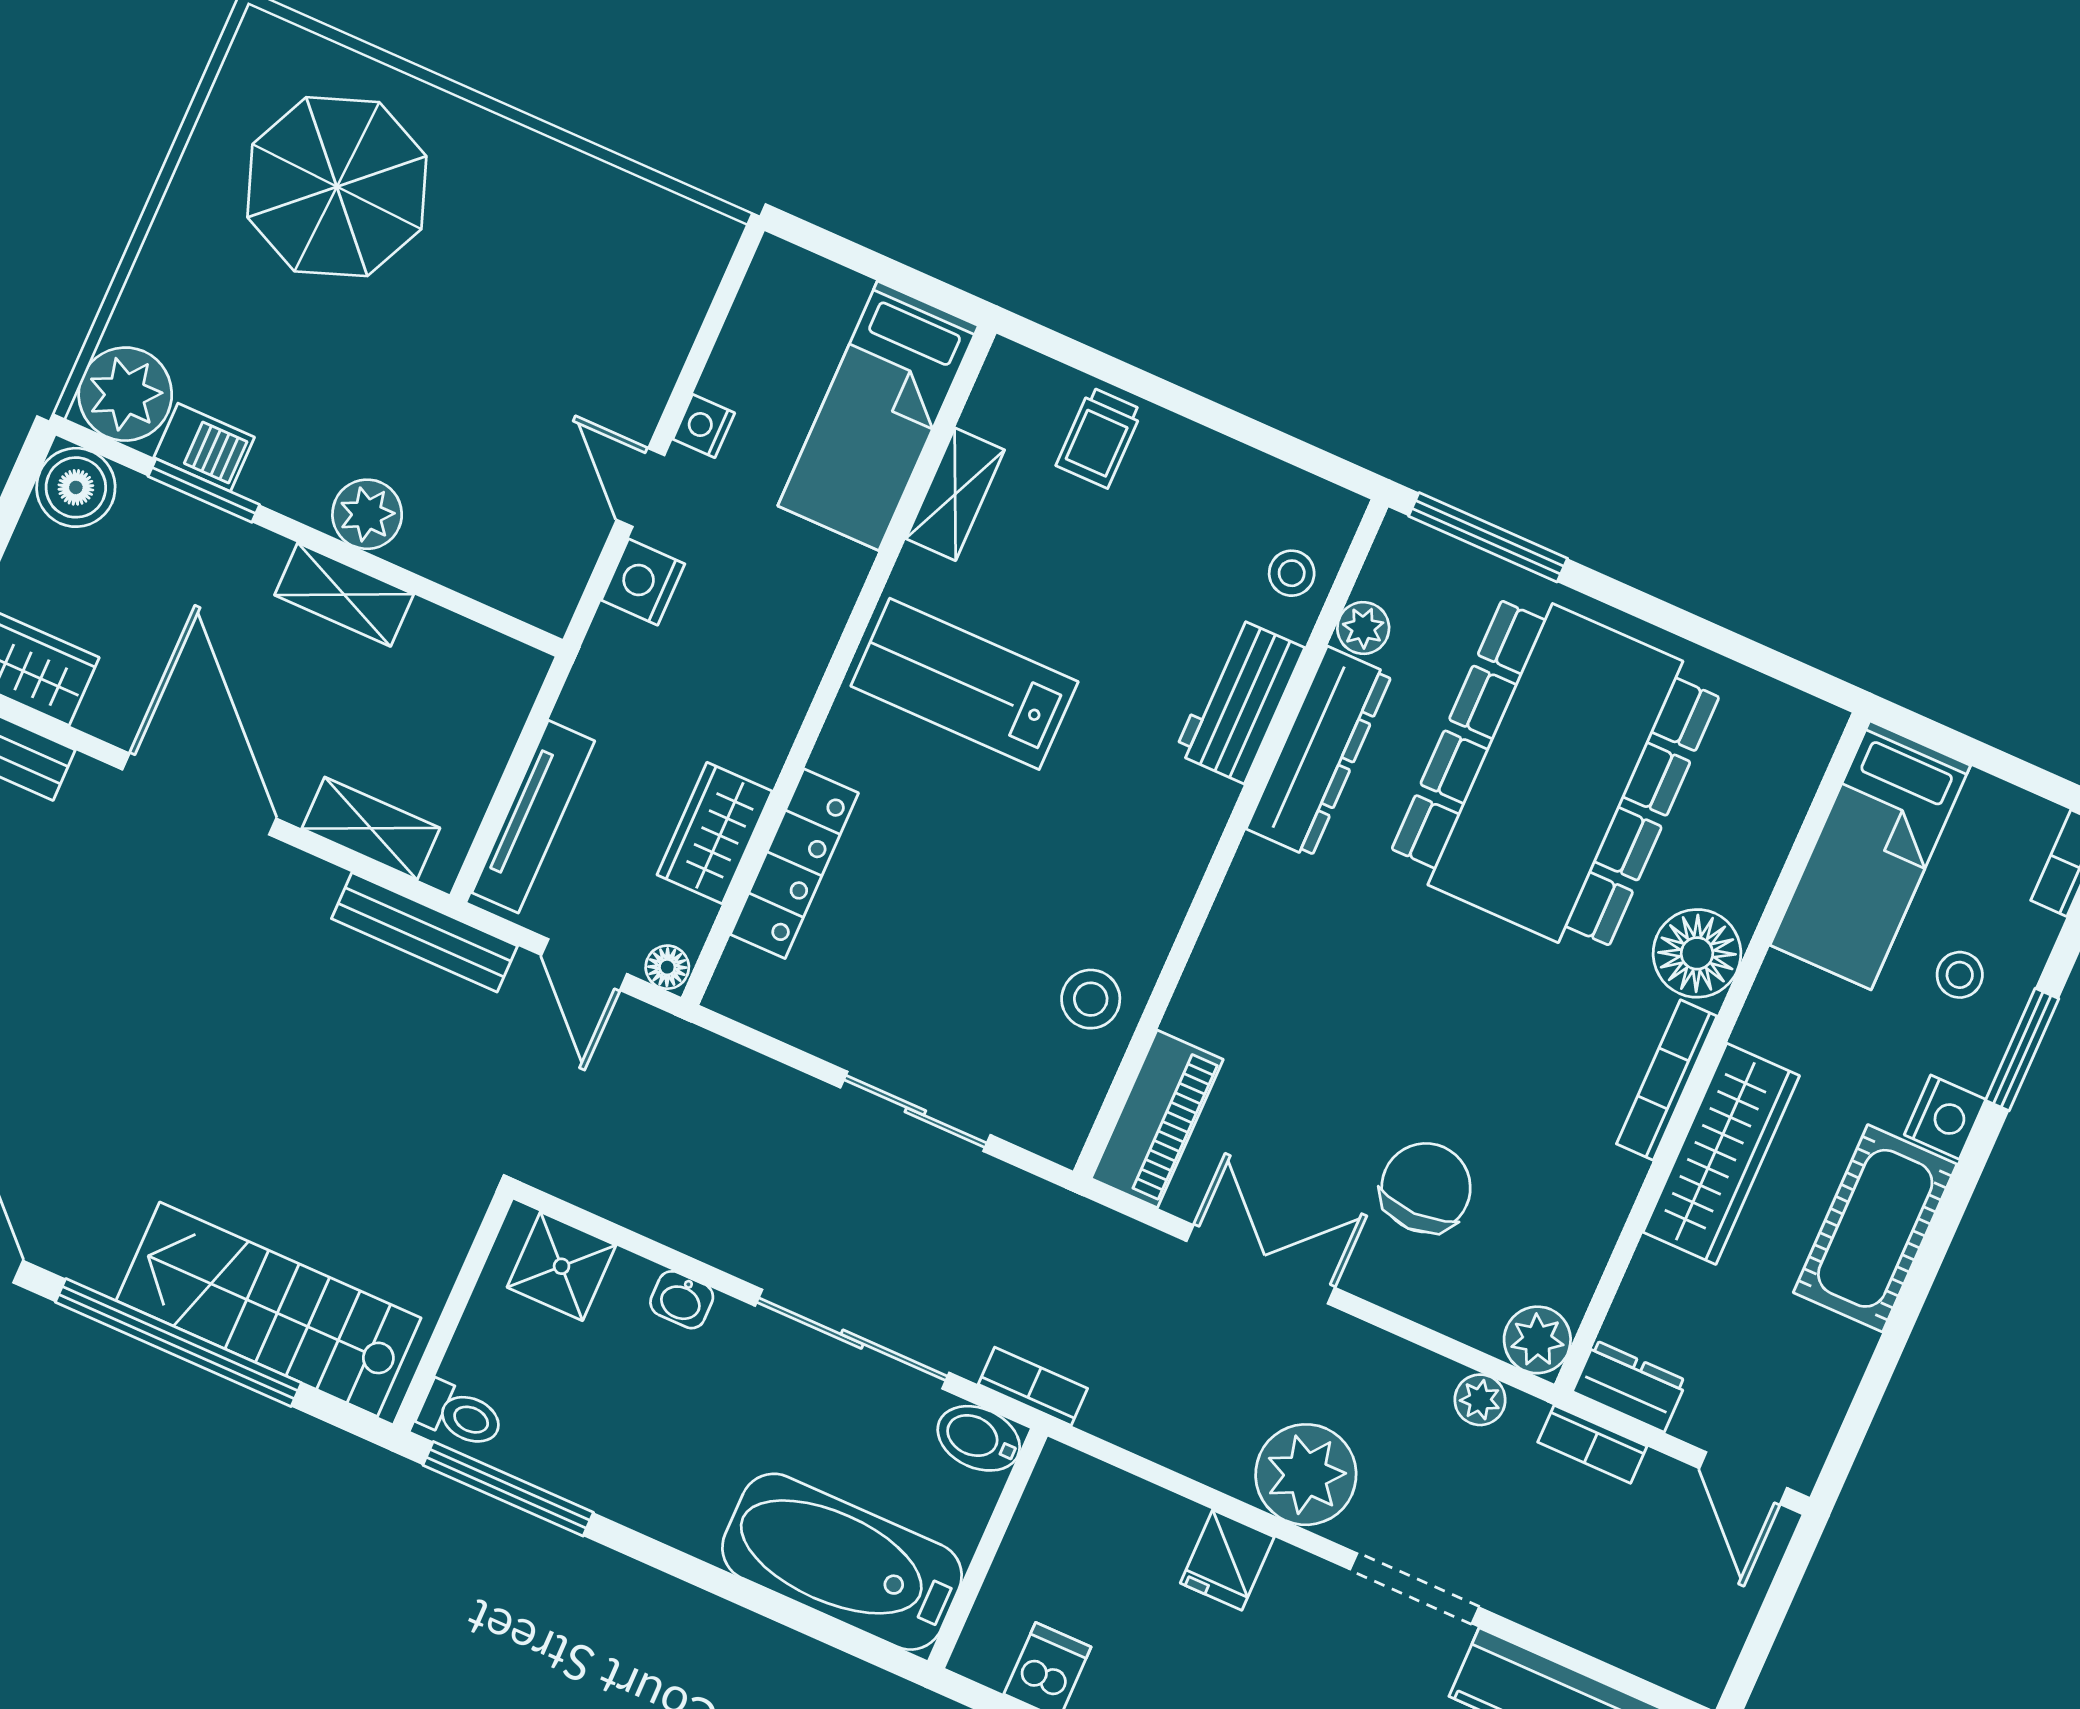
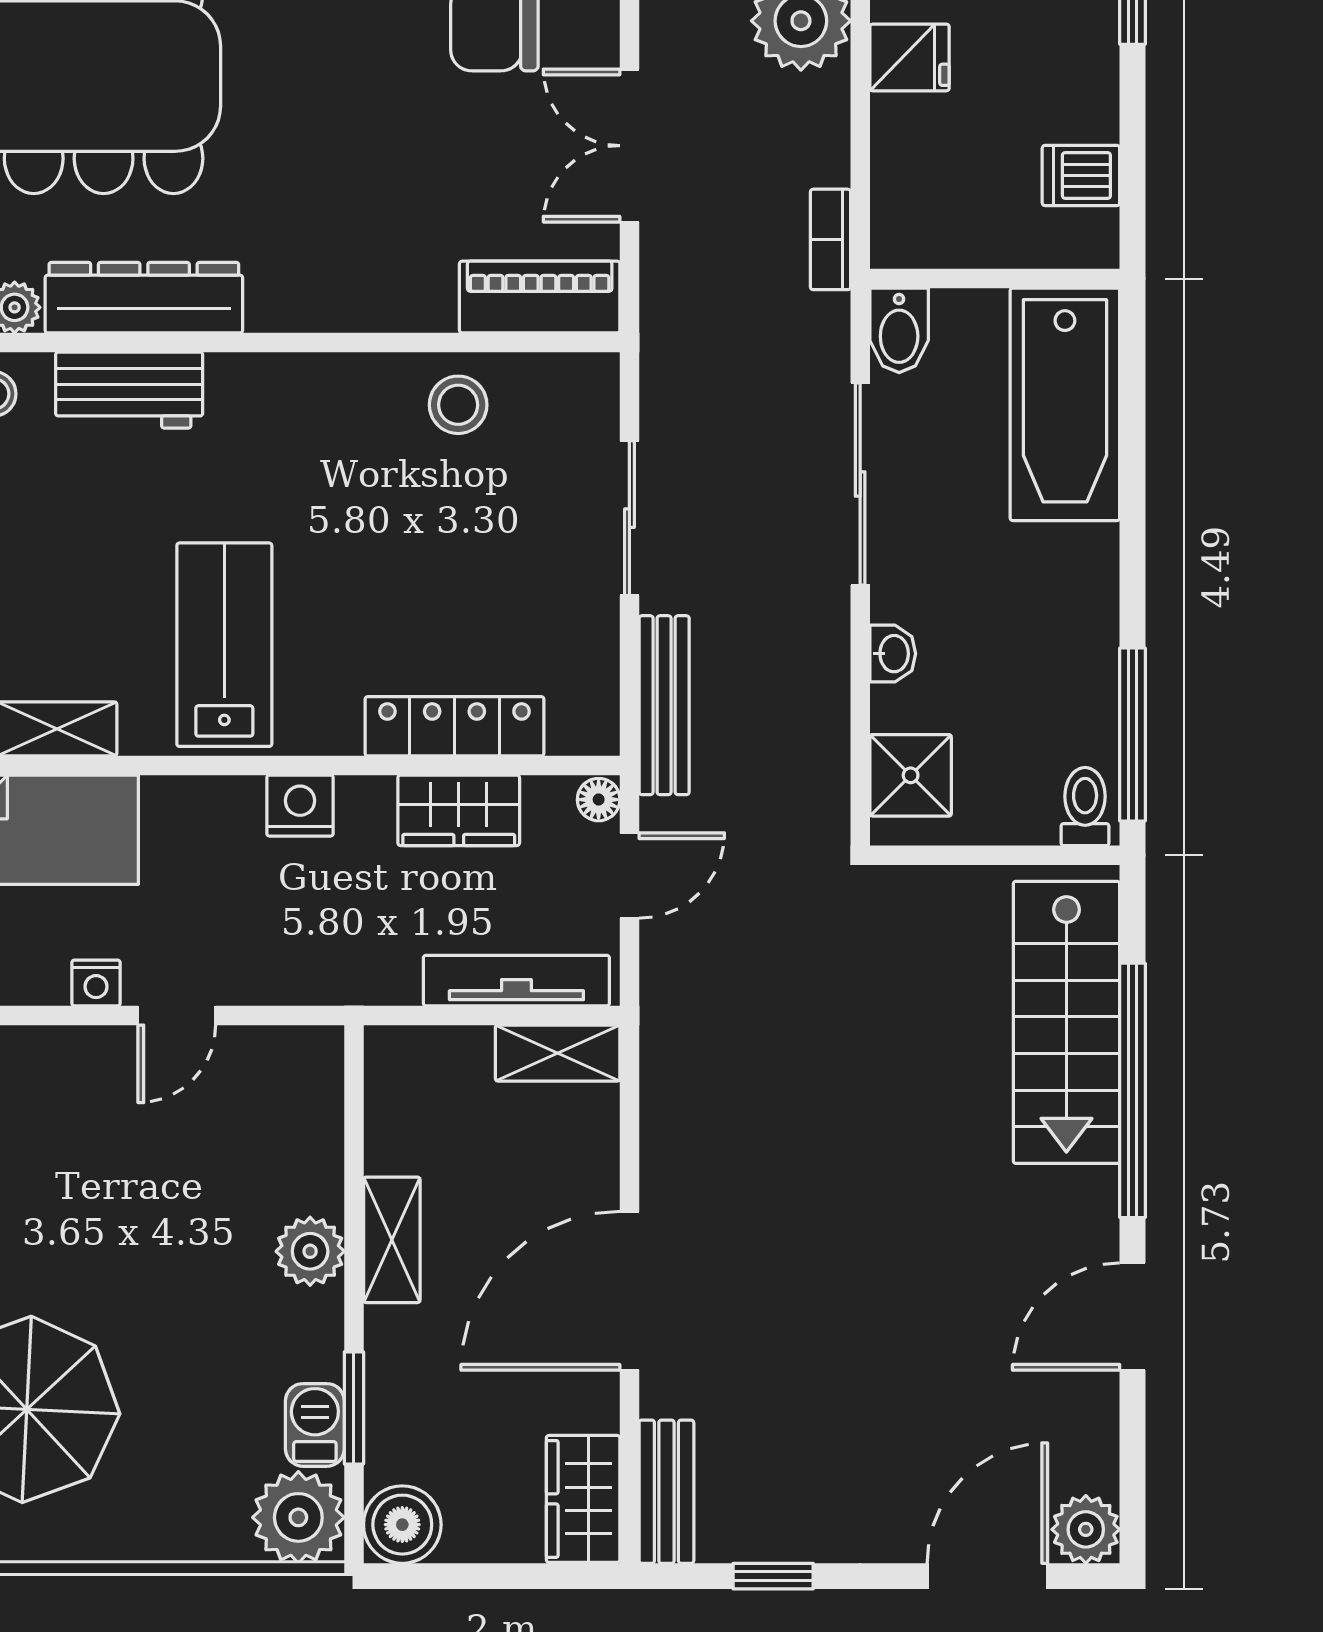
nightstand: (643, 582) -> (300, 806), moved, turned 180
lab bench: (964, 684) -> (224, 645), turned 180
shelving: (371, 828) -> (558, 1053), moved, turned 90
bench: (424, 932) -> (664, 705), moved
bookcase: (1033, 1386) -> (830, 239), moved

